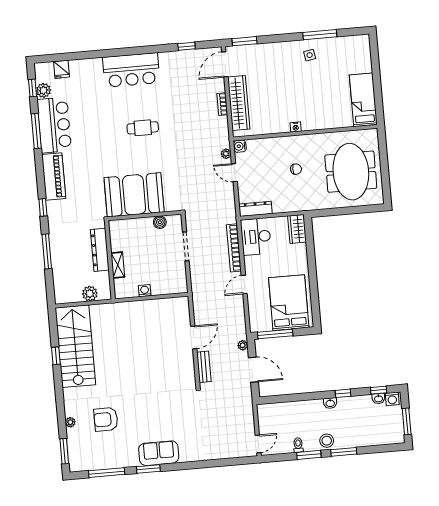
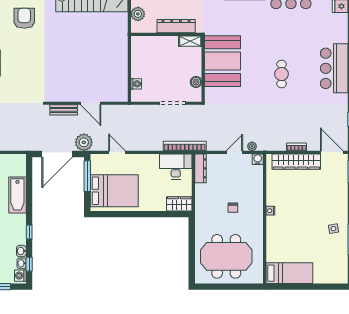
bookcase: (234, 248) -> (185, 146), moved
shelving: (118, 265) -> (190, 41), moved
door: (244, 285) -> (117, 152), moved
washing machine: (145, 291) -> (136, 84), moved
plant: (243, 345) -> (84, 142), width x1.87, depth x1.87
door: (253, 370) -> (57, 154), width x1.36
washbasin: (330, 403) -> (21, 251), moved
bathtub: (303, 410) -> (17, 195), added

